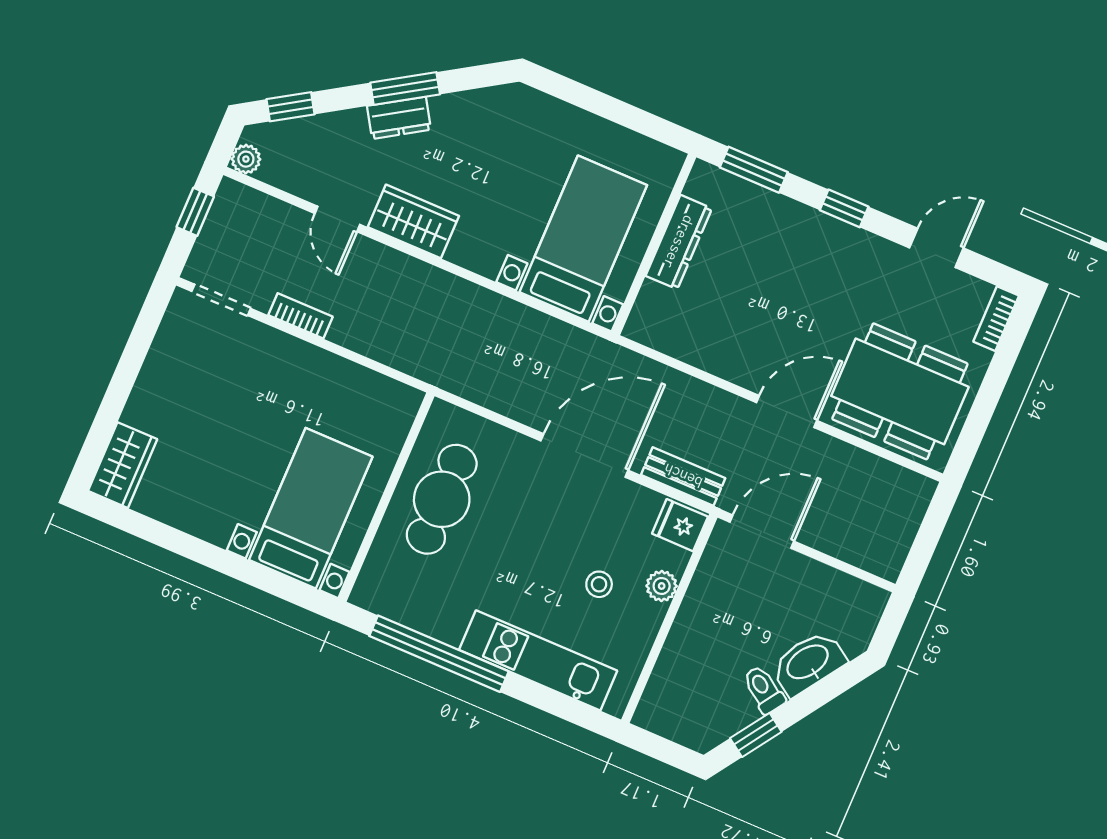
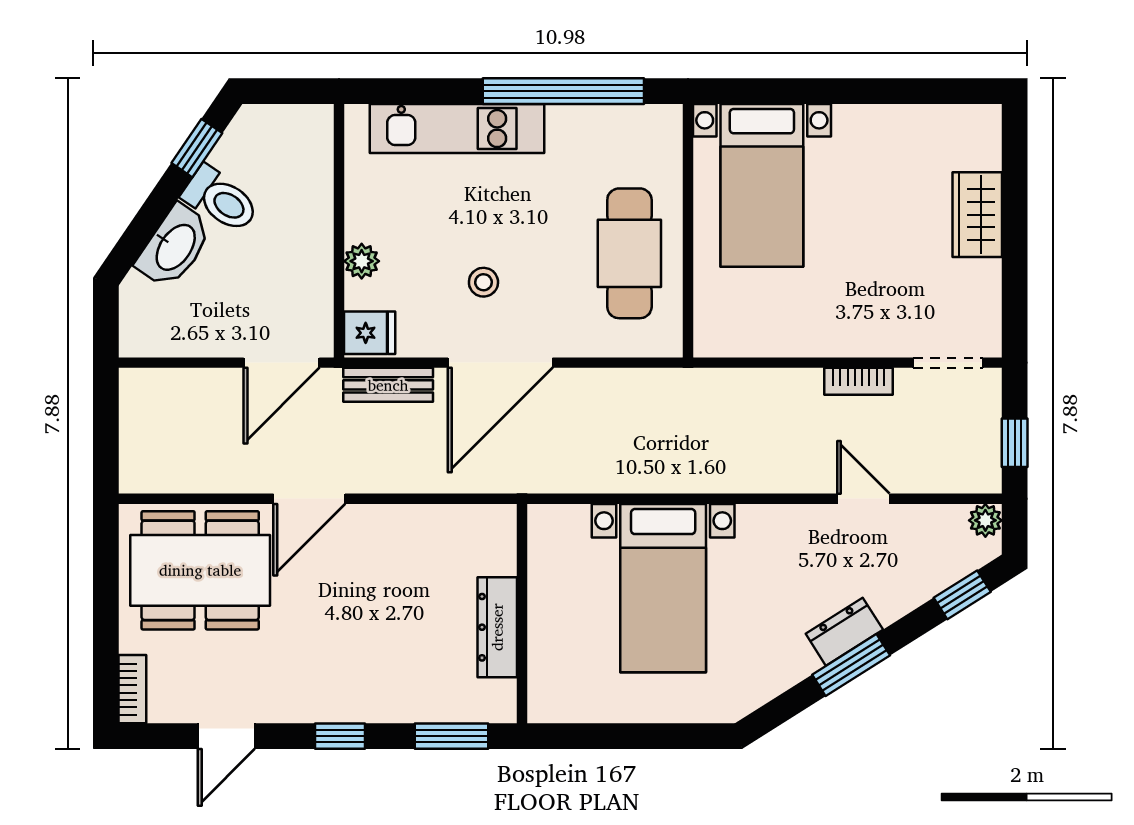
wardrobe: (413, 221) -> (783, 530), removed
bed with nightstands: (583, 239) -> (663, 588), moved
wardrobe: (123, 465) -> (977, 215), moved
stool: (599, 584) -> (483, 282), moved
toilet: (764, 690) -> (221, 200), width x1.37, depth x1.39

